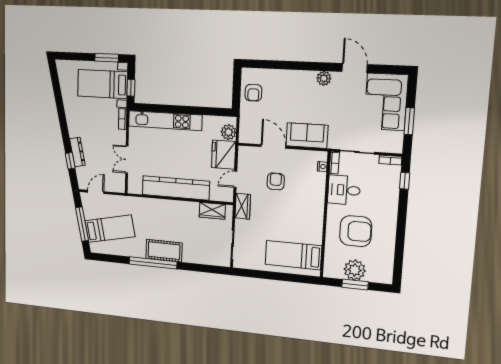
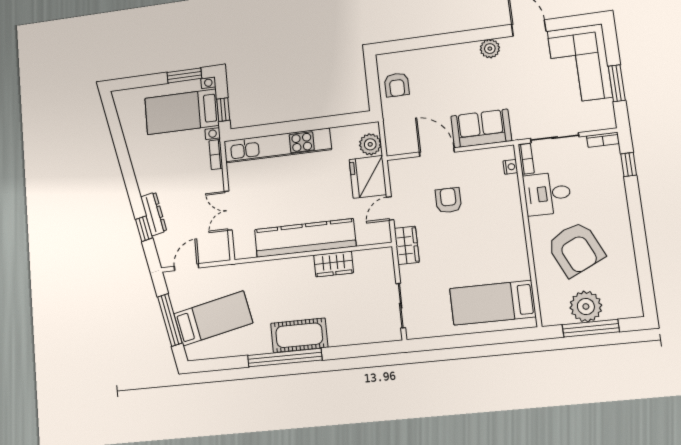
wardrobe: (212, 211) -> (334, 264), moved
armchair: (356, 231) -> (576, 249), turned 65
window: (355, 284) -> (591, 328), width x1.44

